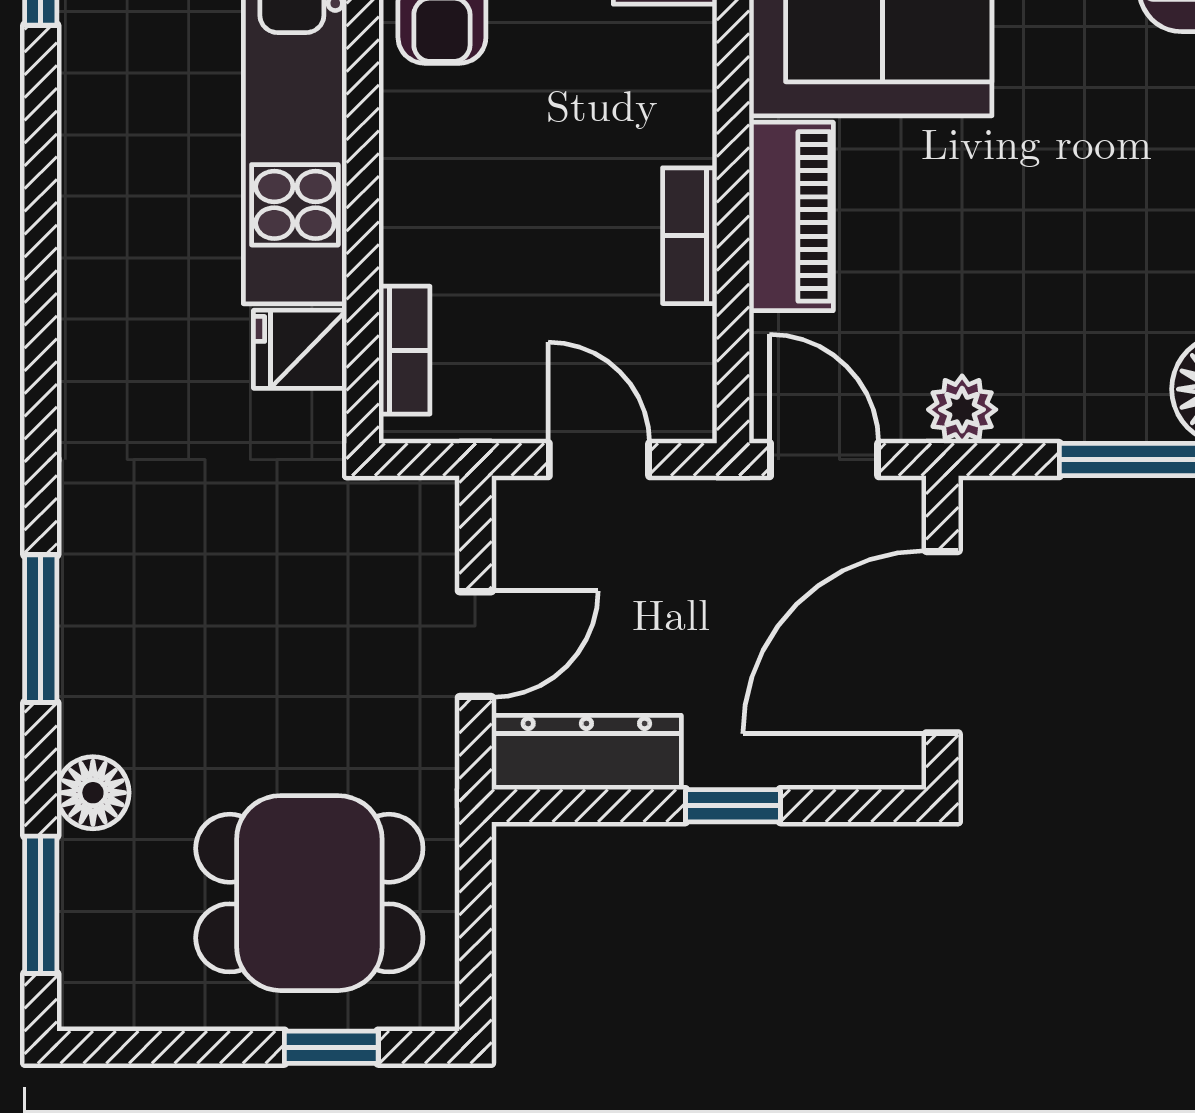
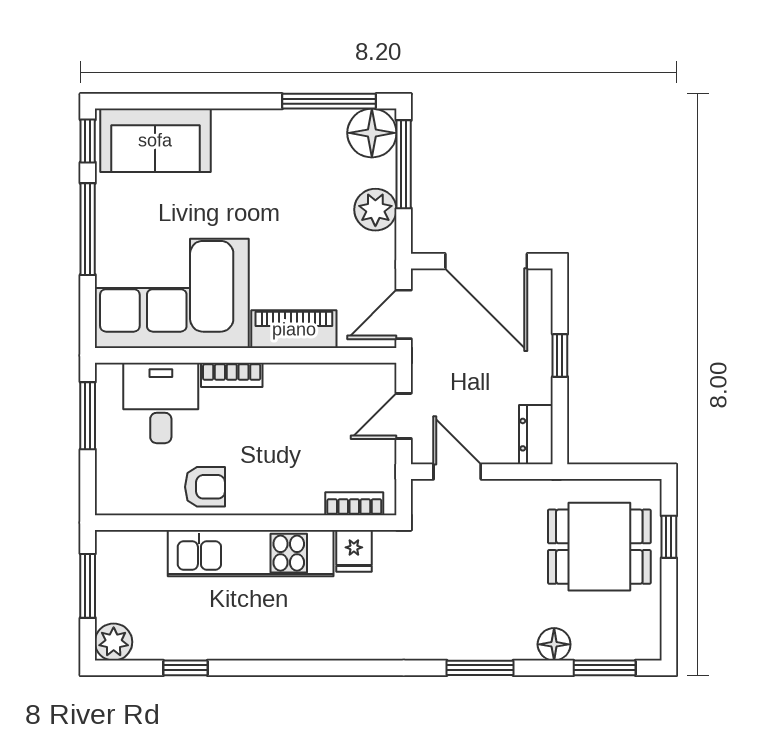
bookcase: (690, 236) -> (232, 375), moved
plant: (962, 410) -> (375, 210), moved, width x1.38, depth x1.38
door: (475, 644) -> (457, 472), moved
dresser: (586, 752) -> (536, 435), width x0.70
dining table: (309, 893) -> (599, 547), turned 90

